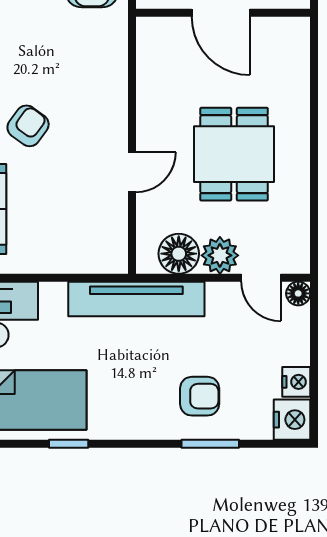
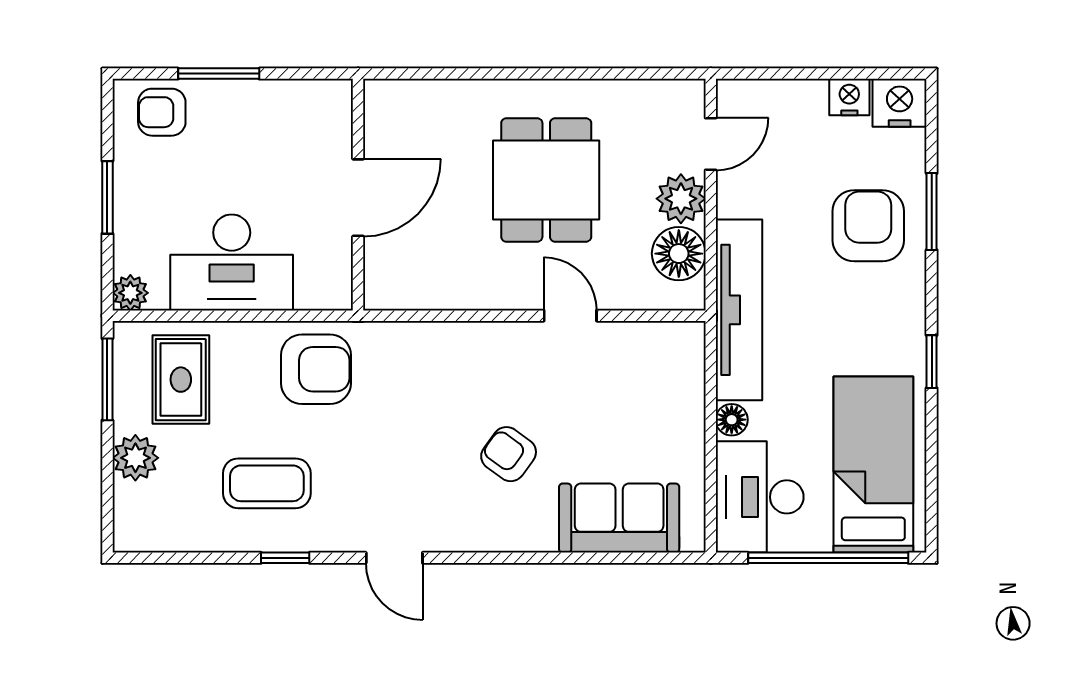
dining table: (234, 154) -> (546, 180), turned 90
floor lamp: (298, 293) -> (732, 420), moved
armchair: (200, 396) -> (868, 226), width x1.38, depth x1.38
window: (69, 444) -> (932, 362), moved

